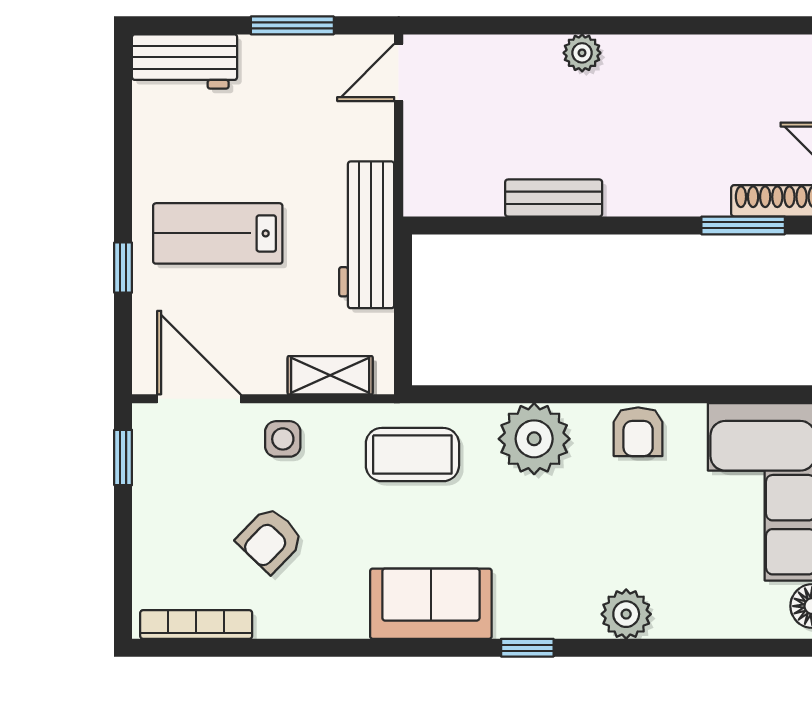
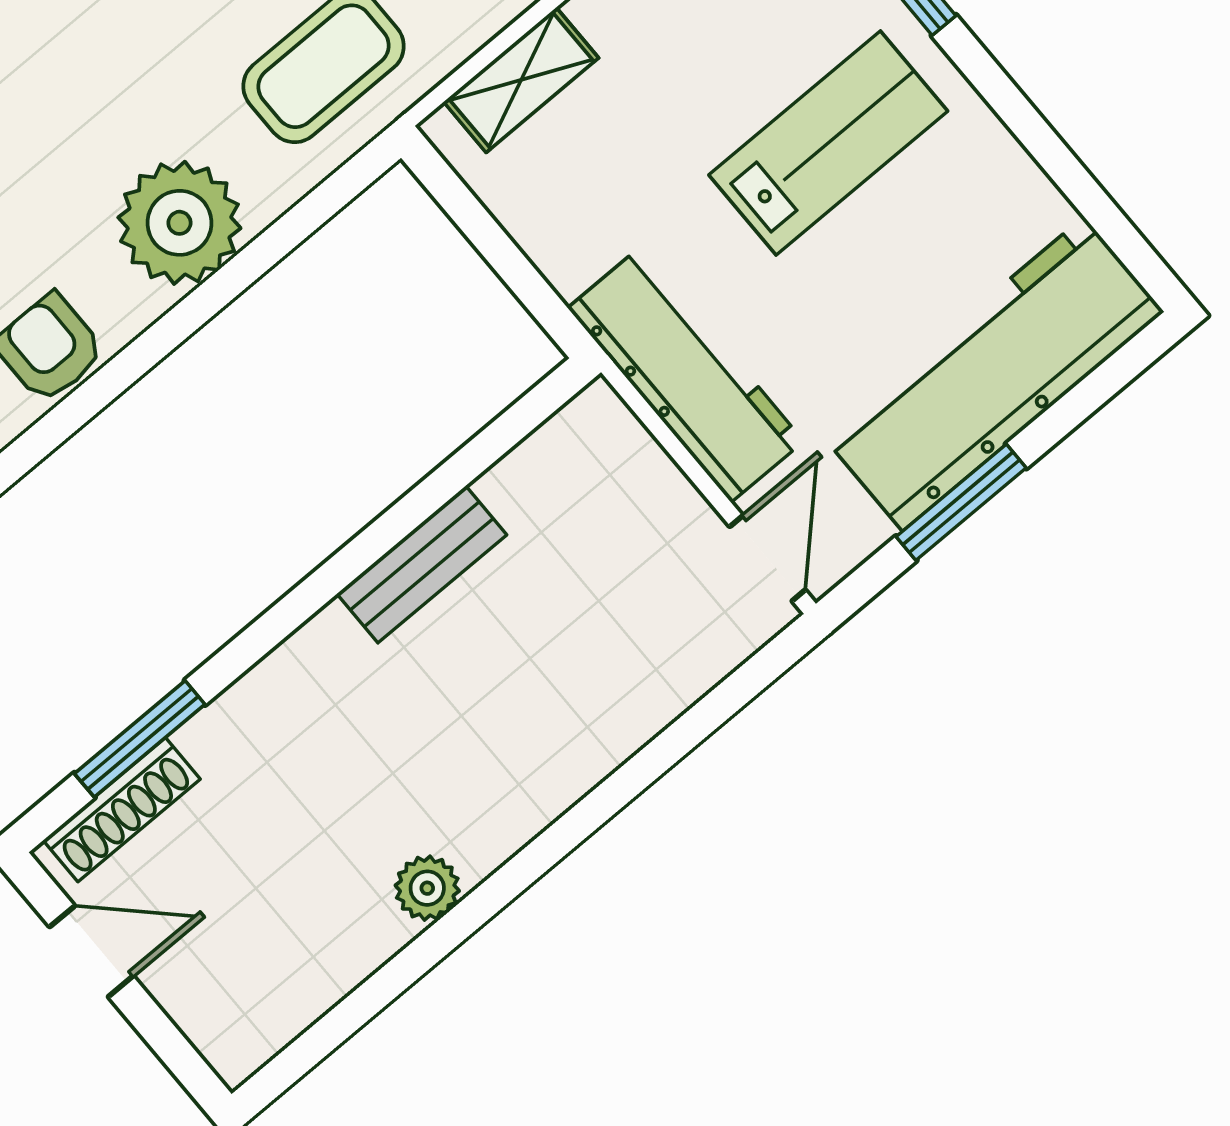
plant: (582, 53) -> (427, 888), moved
workbench: (185, 61) -> (993, 374), width x1.88, depth x1.32
workbench: (367, 235) -> (686, 375), moved

